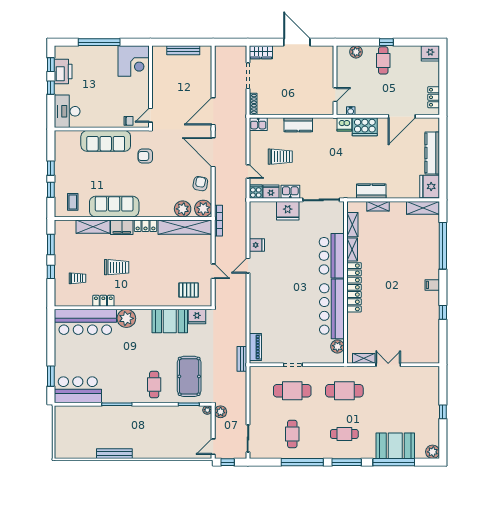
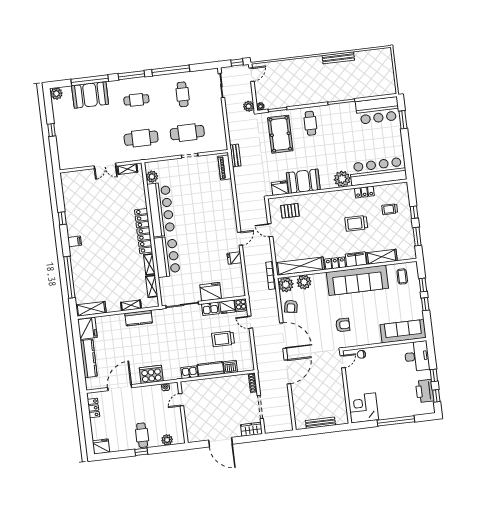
kitchen sink: (258, 124) -> (189, 372), moved
dishwasher: (344, 124) -> (230, 367), moved
sofa: (106, 141) -> (403, 331), moved
sofa: (114, 207) -> (357, 280), width x1.36, depth x1.27

